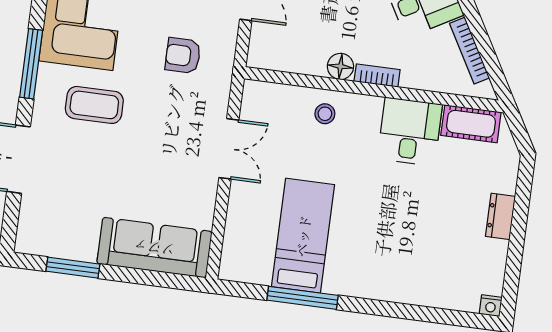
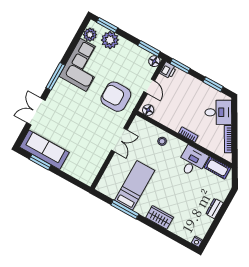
armchair: (183, 56) -> (116, 97), width x1.88, depth x1.88
floor lamp: (340, 66) -> (148, 110), moved
coffee table: (94, 105) -> (74, 102), removed
sofa: (154, 248) -> (44, 150), moved
wardrobe: (387, 285) -> (160, 217), added

